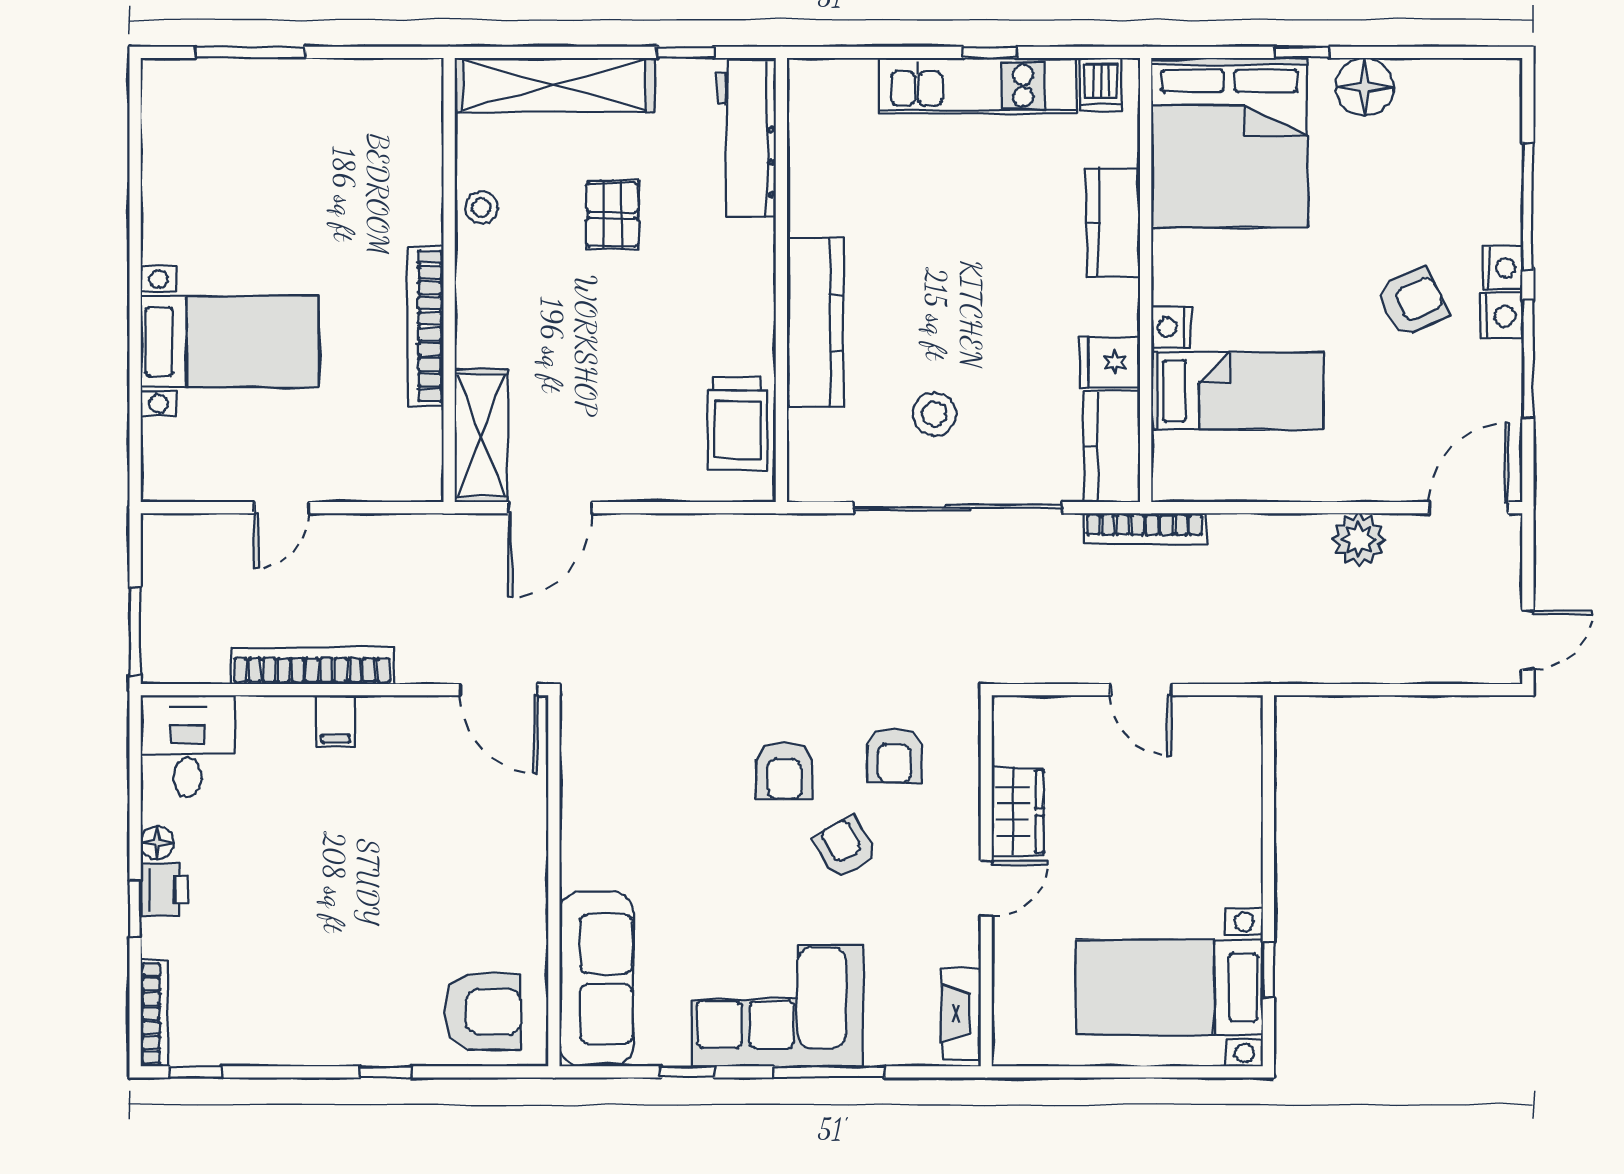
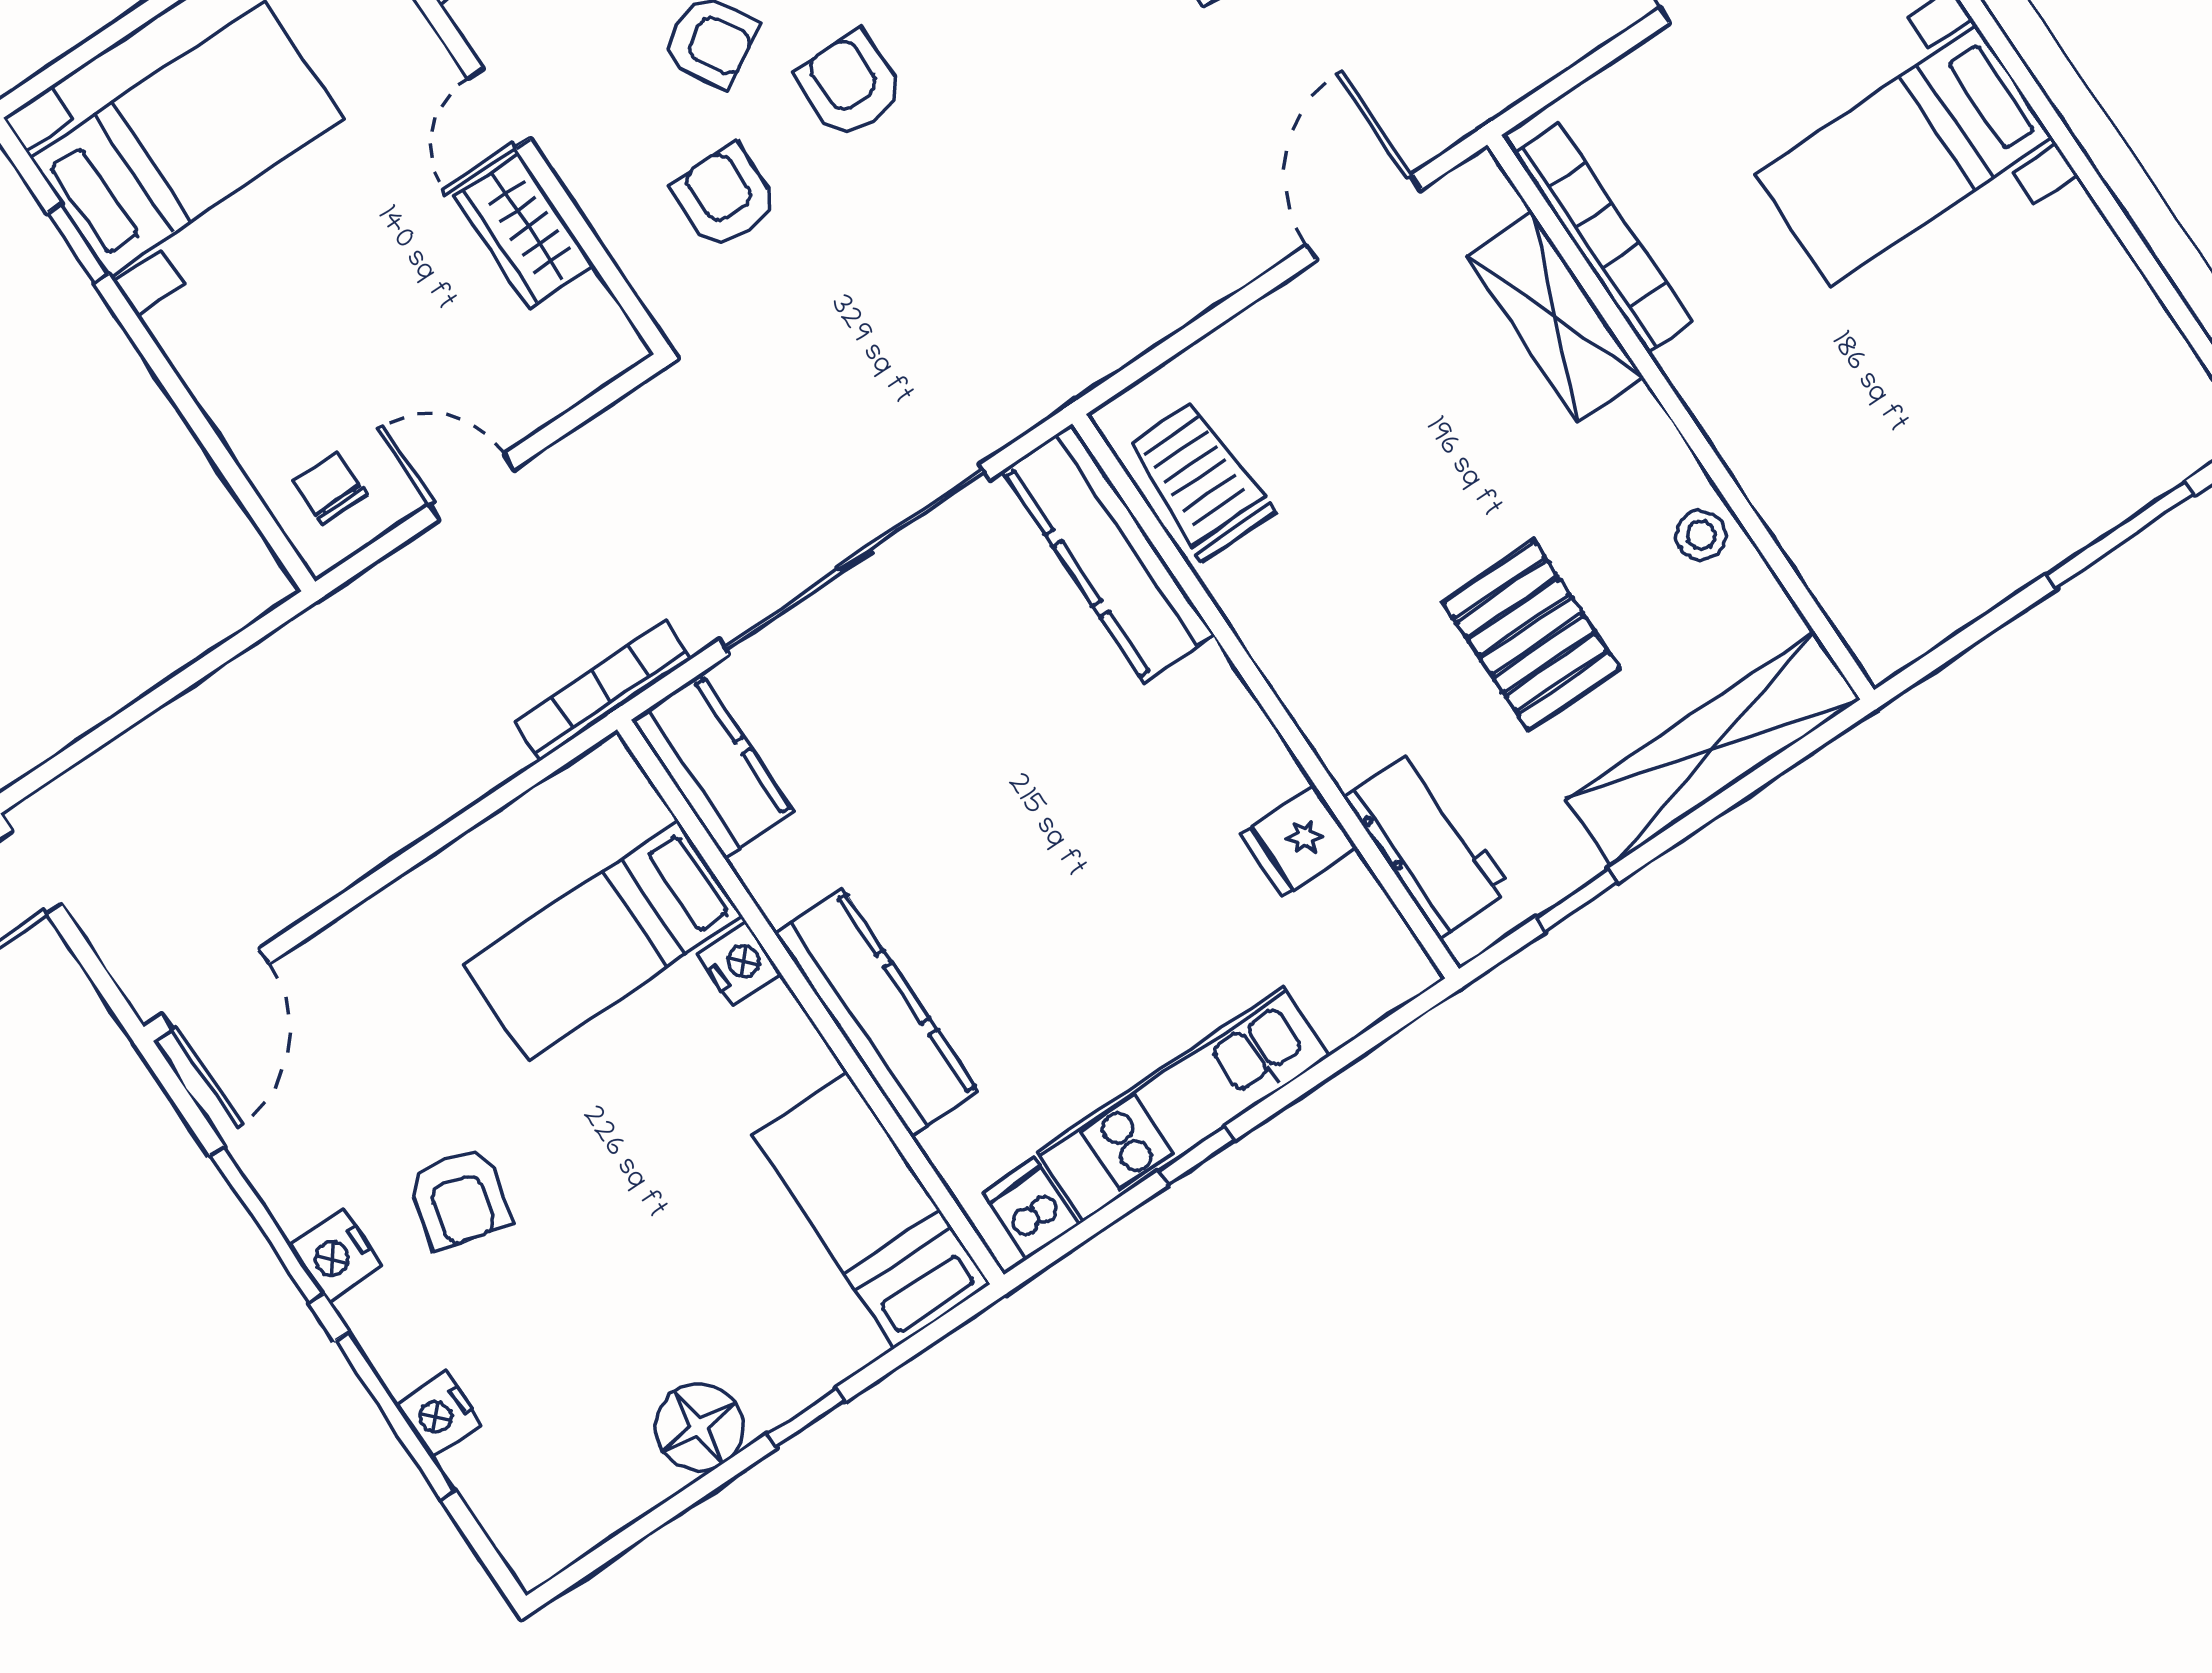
workbench: (747, 138) -> (1428, 844), width x0.73
bed: (1229, 143) -> (871, 1210), width x0.49
pallet: (612, 215) -> (1532, 636), width x1.50, depth x1.42
kitchen counter: (1113, 222) -> (877, 1013), width x1.50
nightstand: (1503, 268) -> (440, 1414), moved
armchair: (1412, 302) -> (459, 1198), turned -51
kitchen counter: (815, 323) -> (1108, 553), moved
bookcase: (426, 326) -> (1603, 238), moved
fridge: (1110, 362) -> (1298, 841), moved, turned 180
stool: (934, 414) -> (962, 657), removed
shelving: (481, 436) -> (1555, 316), moved
plant: (1358, 540) -> (326, 856), removed
chair: (1220, 741) -> (330, 488), added

